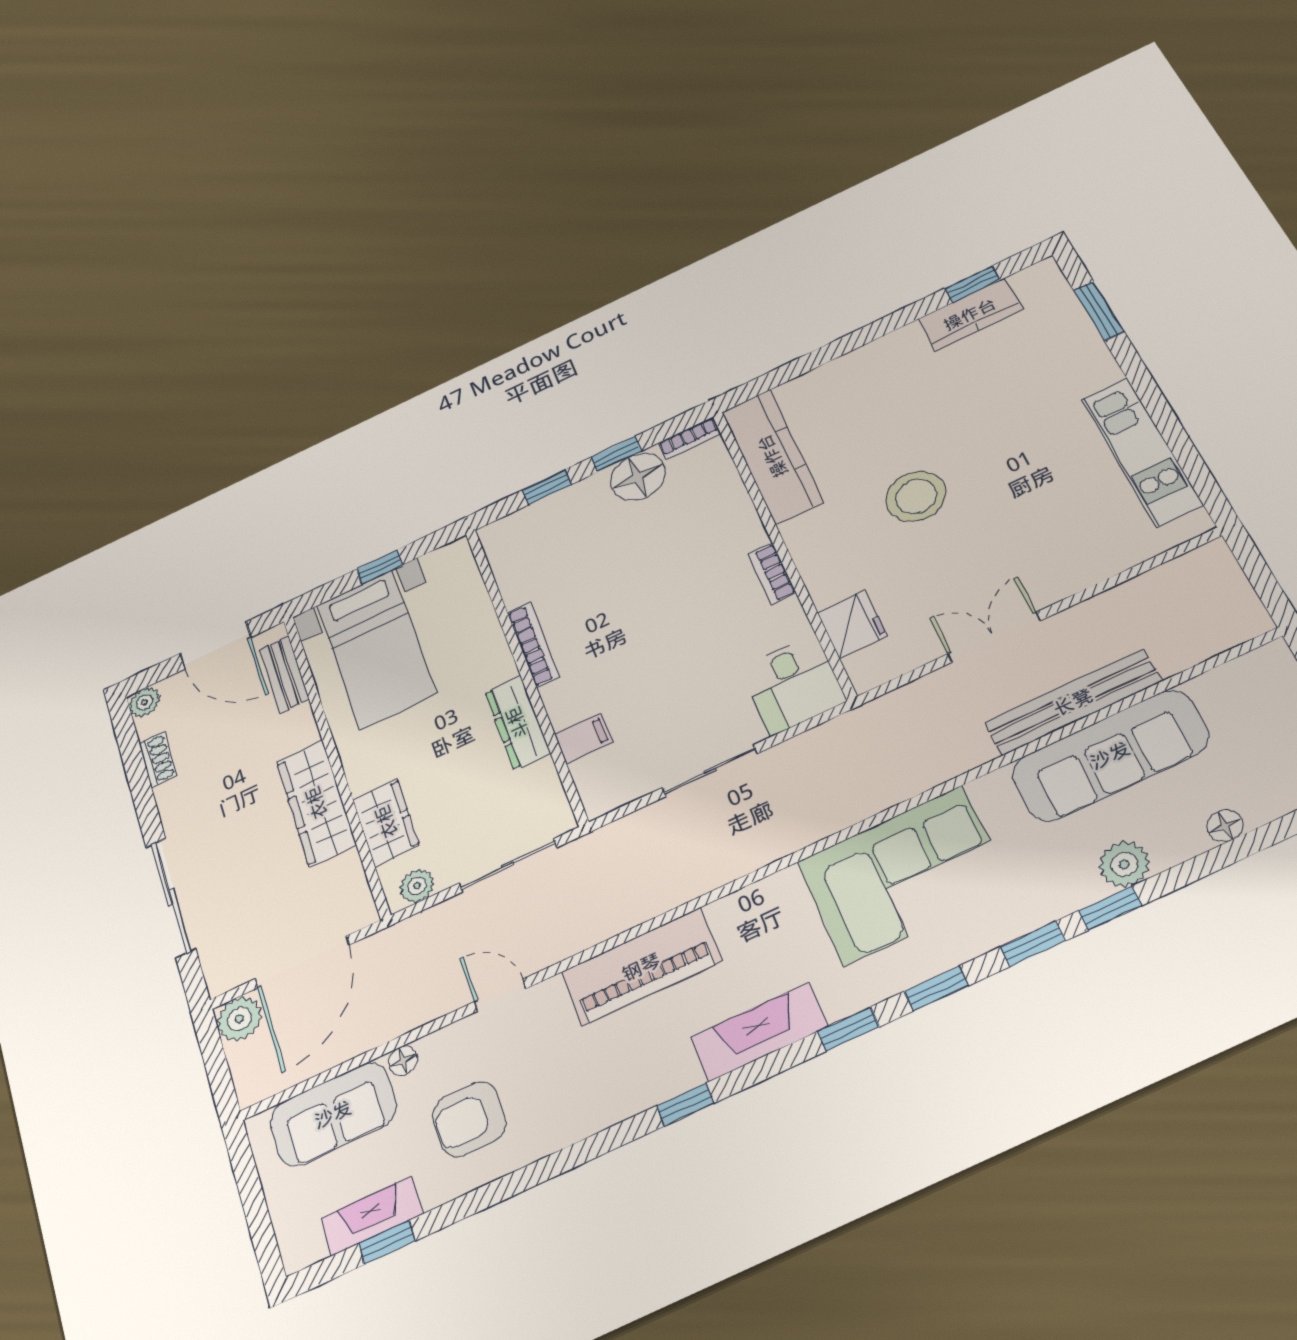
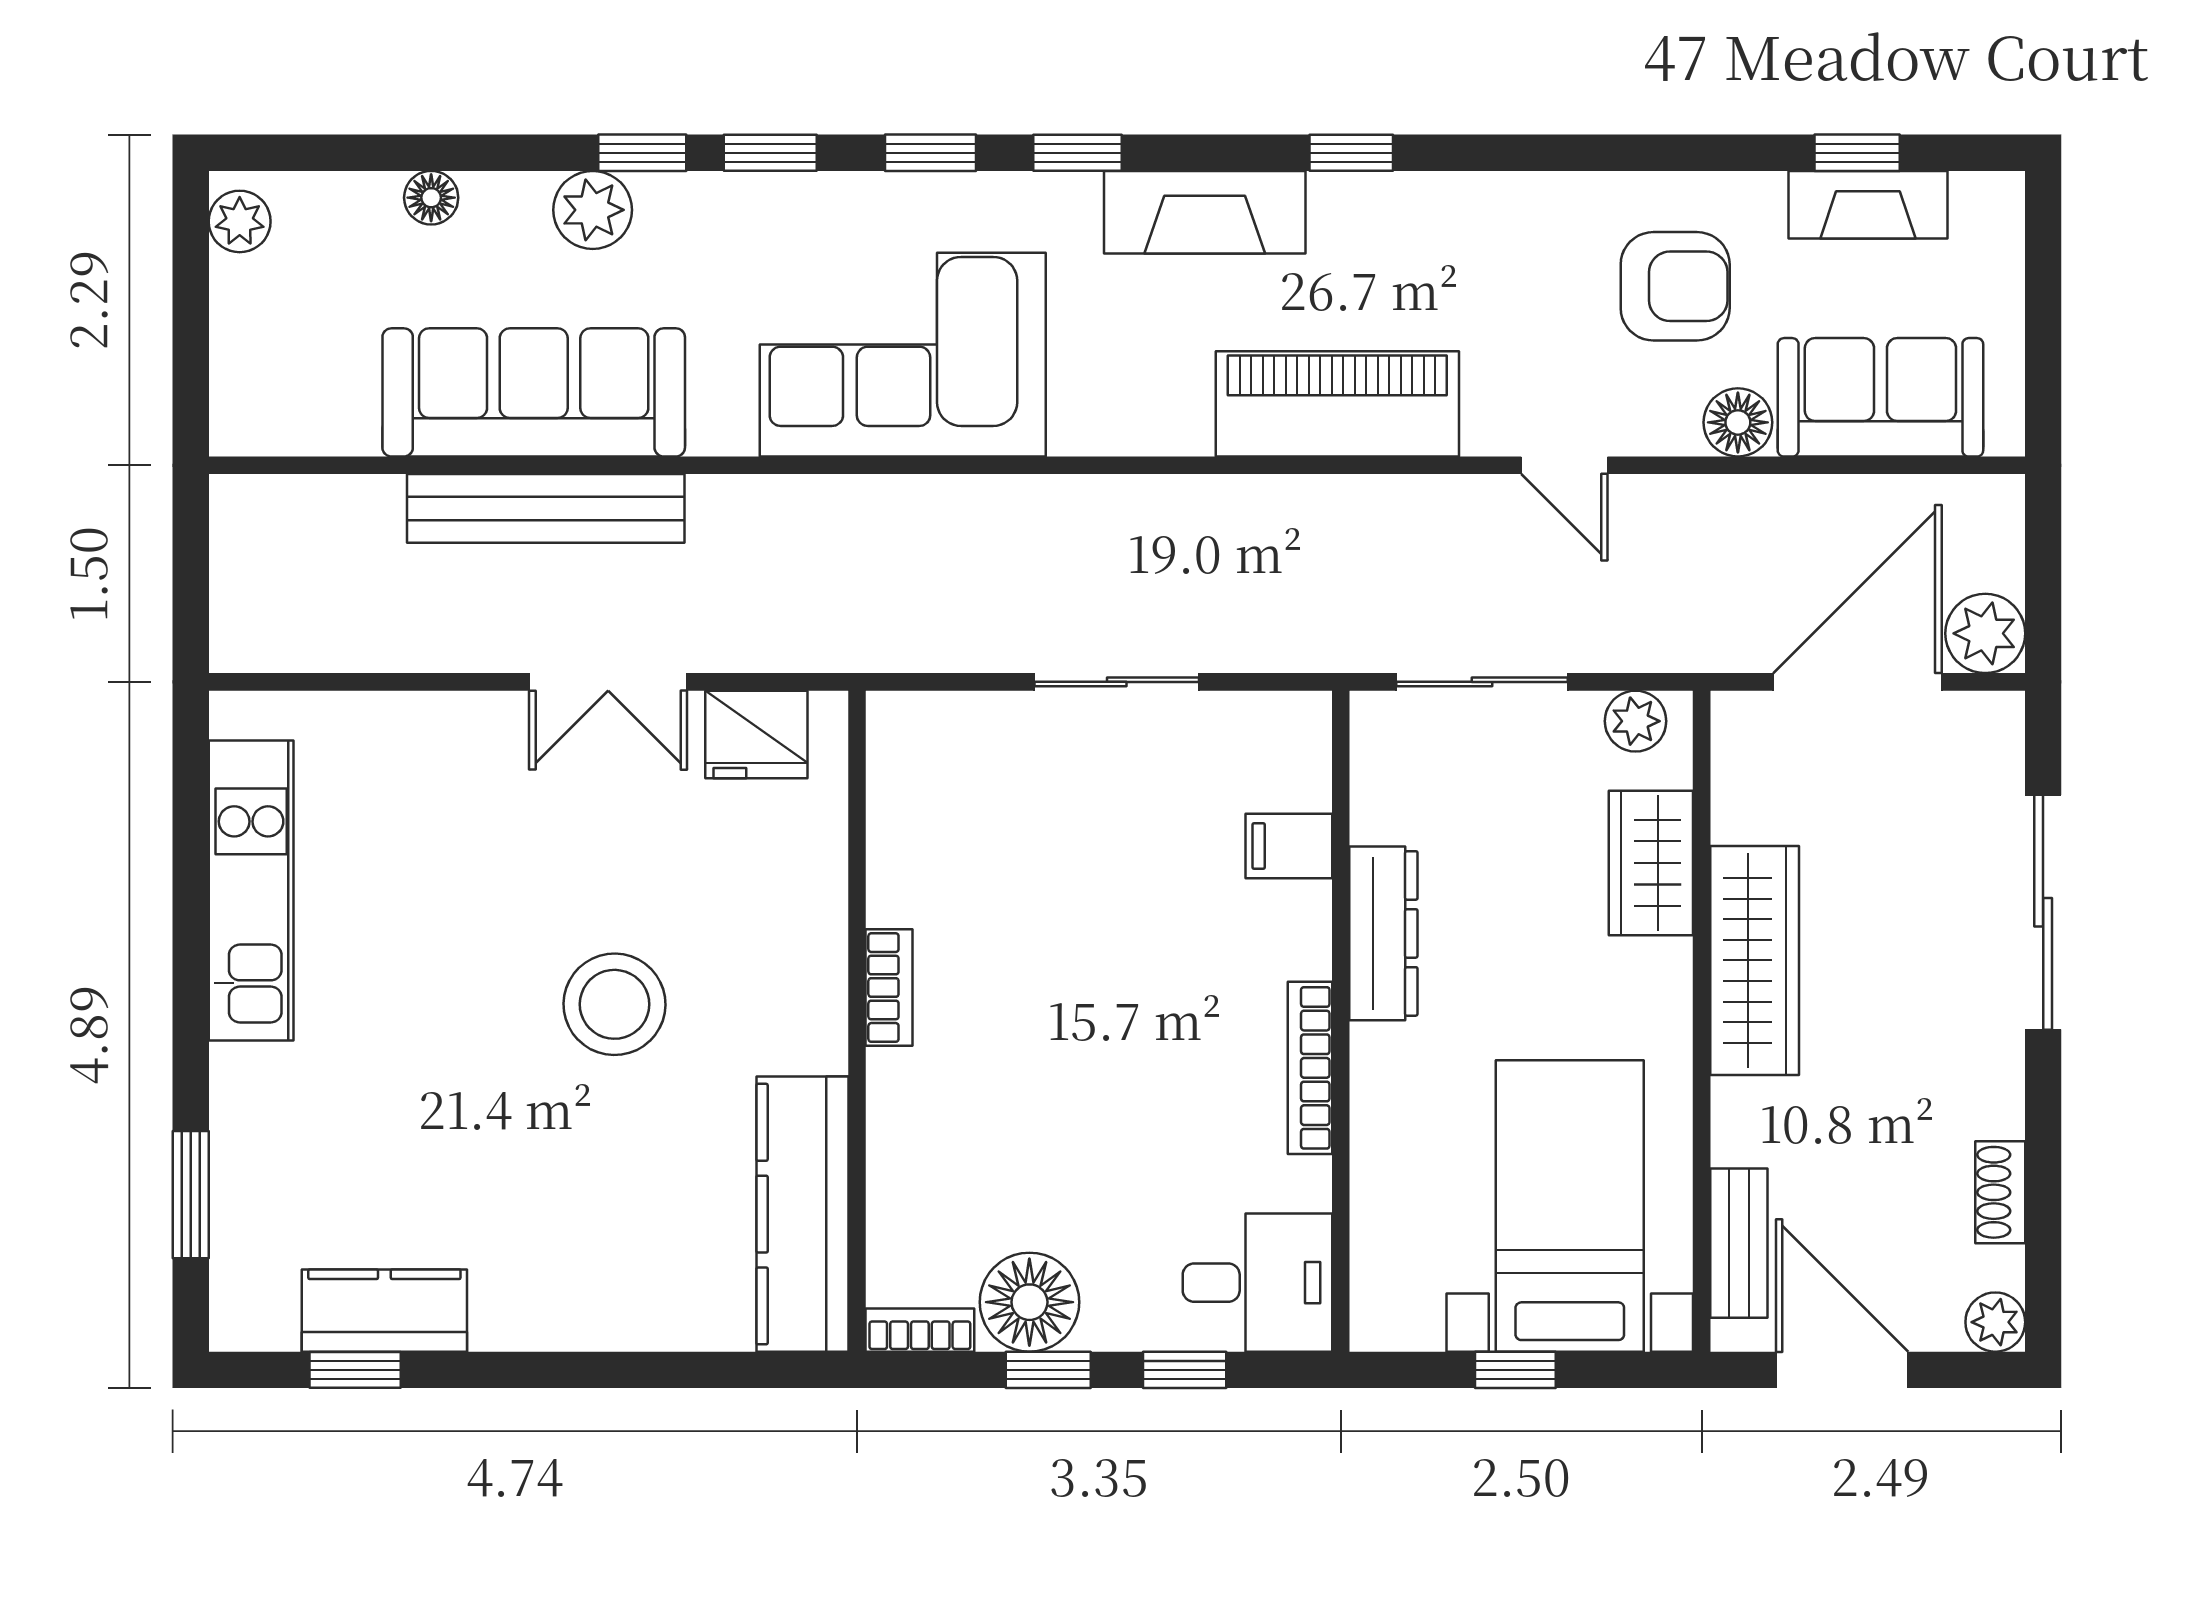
fridge: (852, 624) -> (756, 734), moved, turned -90
desk: (793, 684) -> (1257, 1283), moved, turned 90
floor lamp: (403, 1061) -> (1738, 422), width x1.37, depth x1.37

